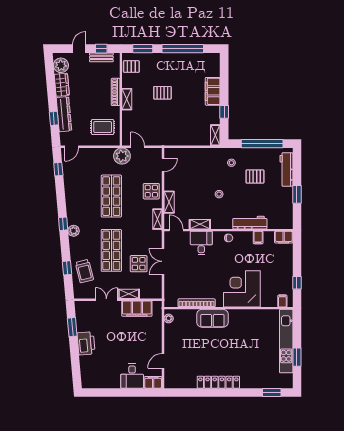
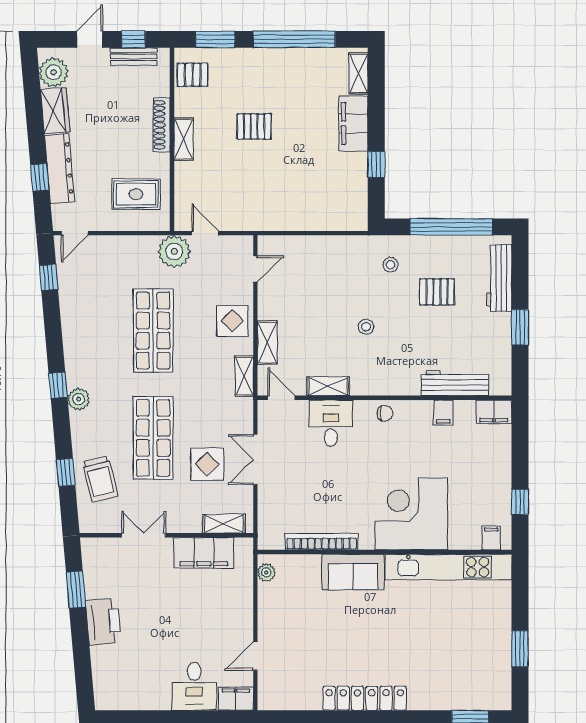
shelving: (215, 135) -> (359, 73), moved
workbench: (250, 223) -> (455, 383), moved
shelving: (129, 294) -> (224, 524), moved
kitchen unit: (286, 341) -> (449, 567), moved, turned -90

